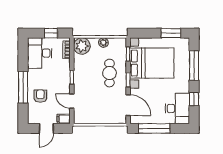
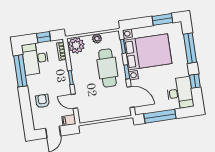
cafe table: (109, 73) -> (107, 68), width x1.37, depth x1.35
window: (23, 87) -> (20, 71), moved

